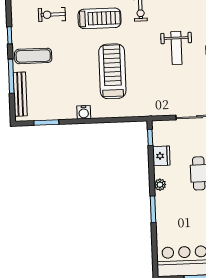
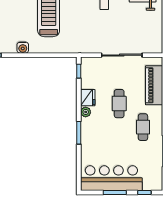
fridge: (161, 156) -> (88, 98), moved

